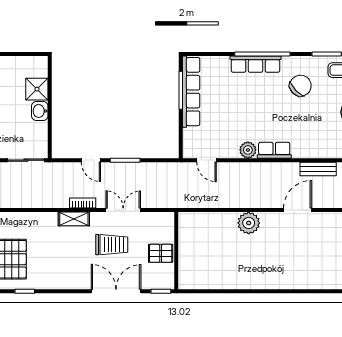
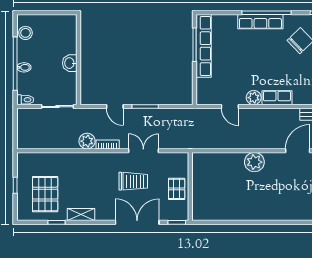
shower: (37, 89) -> (67, 44), removed
door: (206, 160) -> (230, 107), moved
plant: (59, 199) -> (87, 141), added
shelving: (74, 219) -> (81, 215), moved
pallet: (161, 253) -> (177, 189), turned 90

